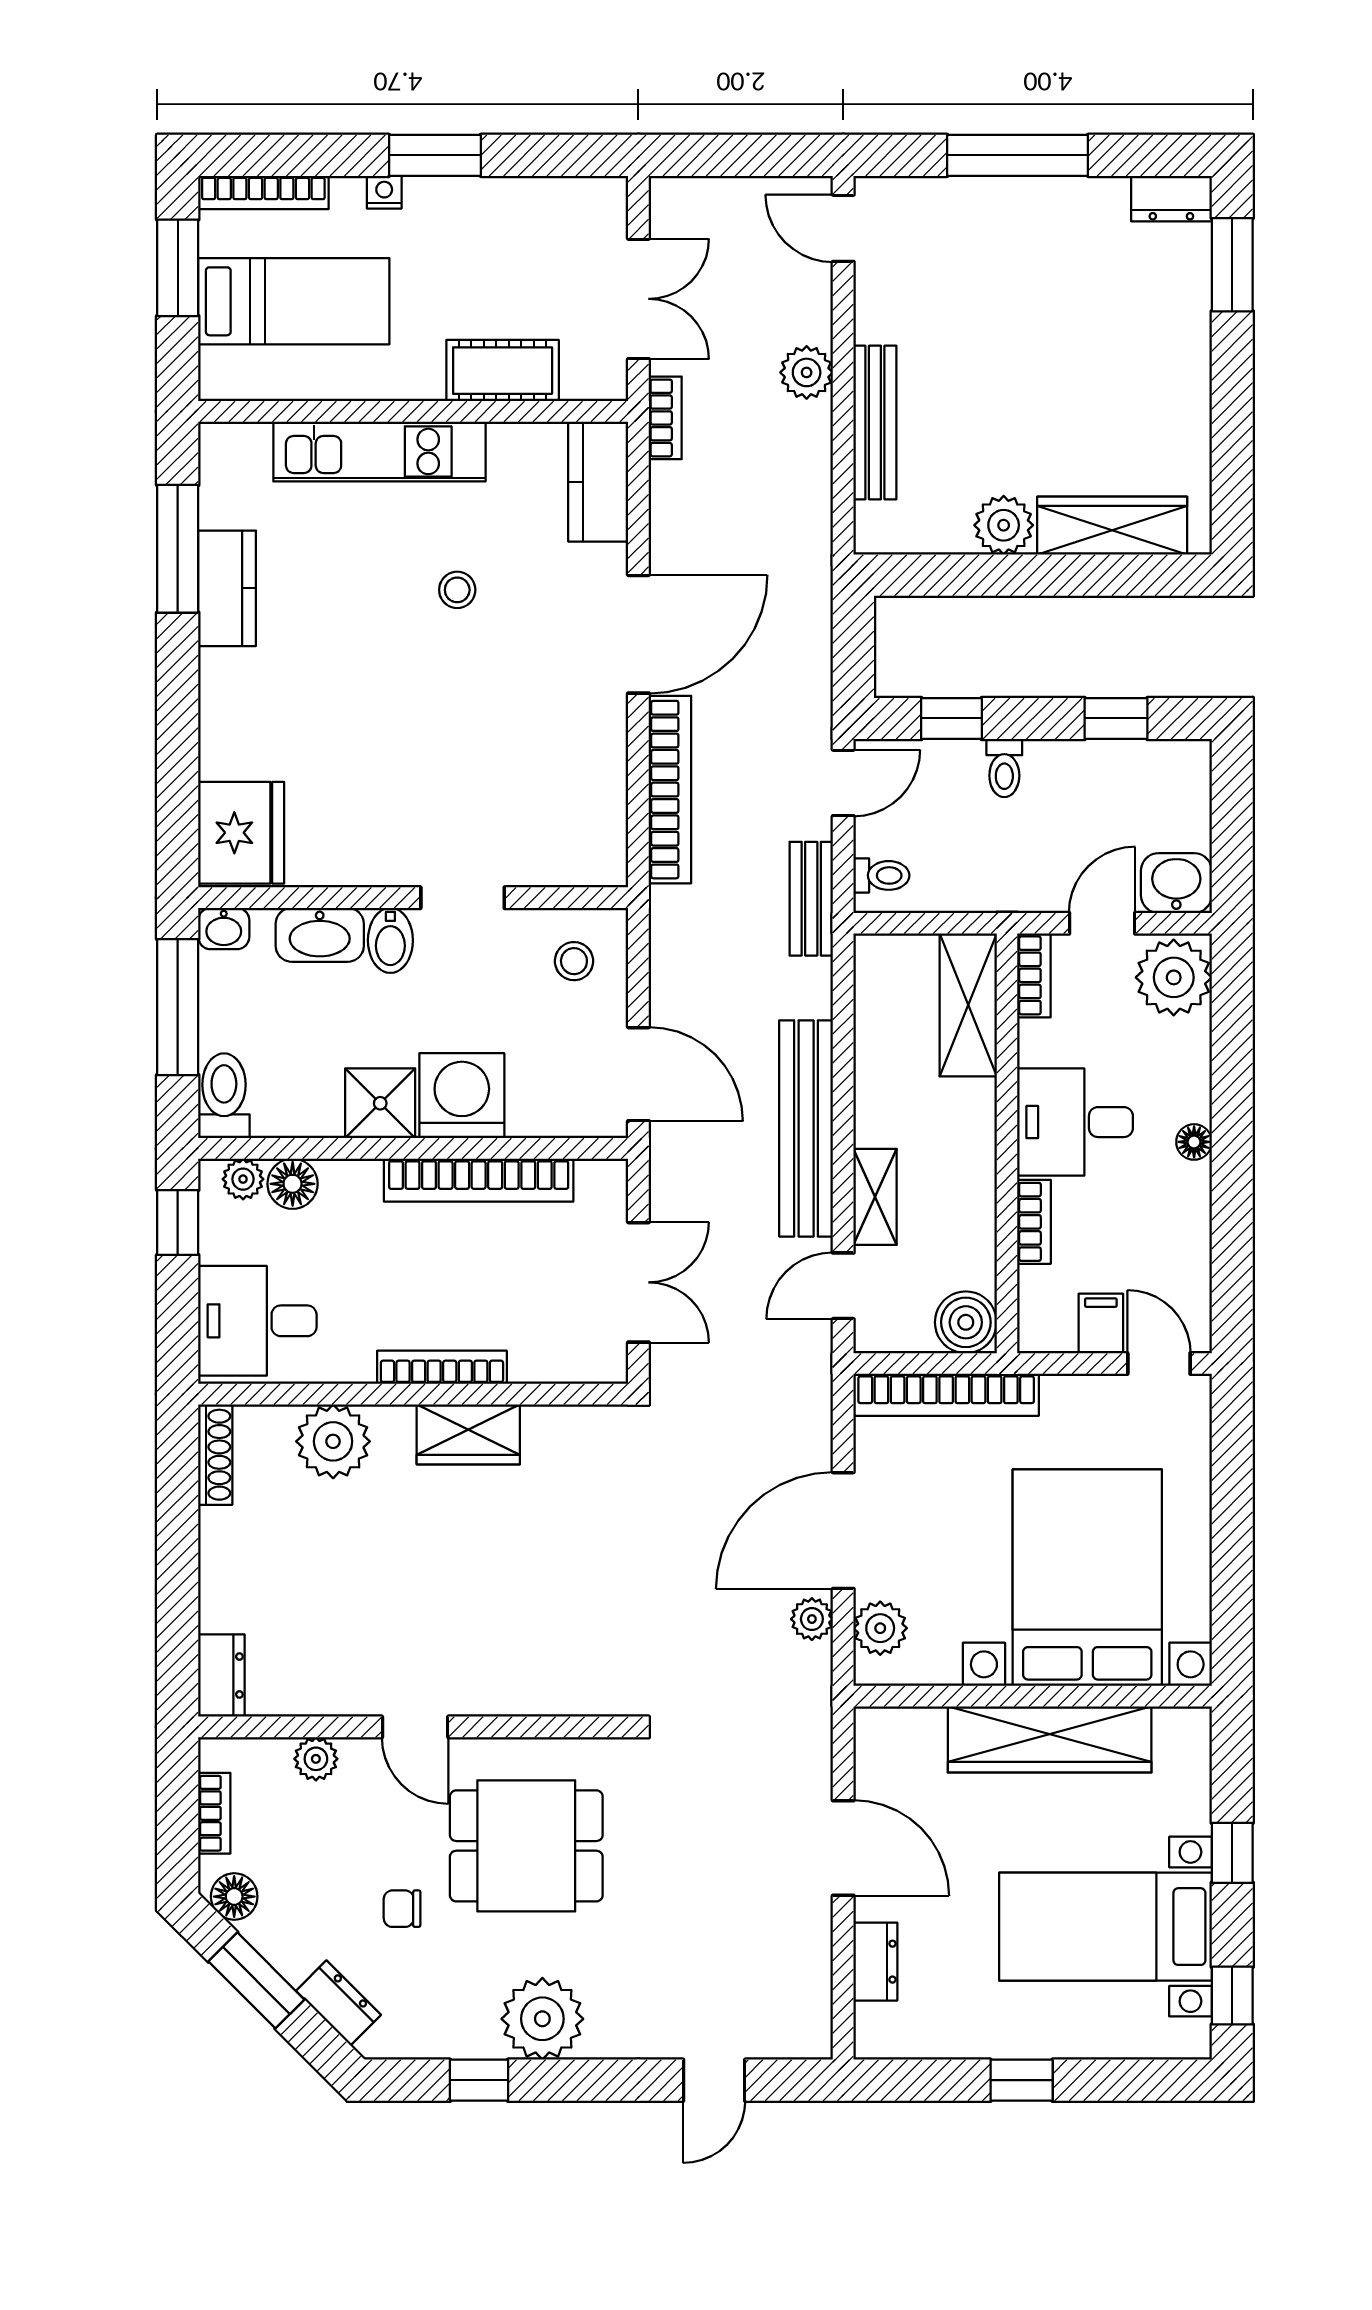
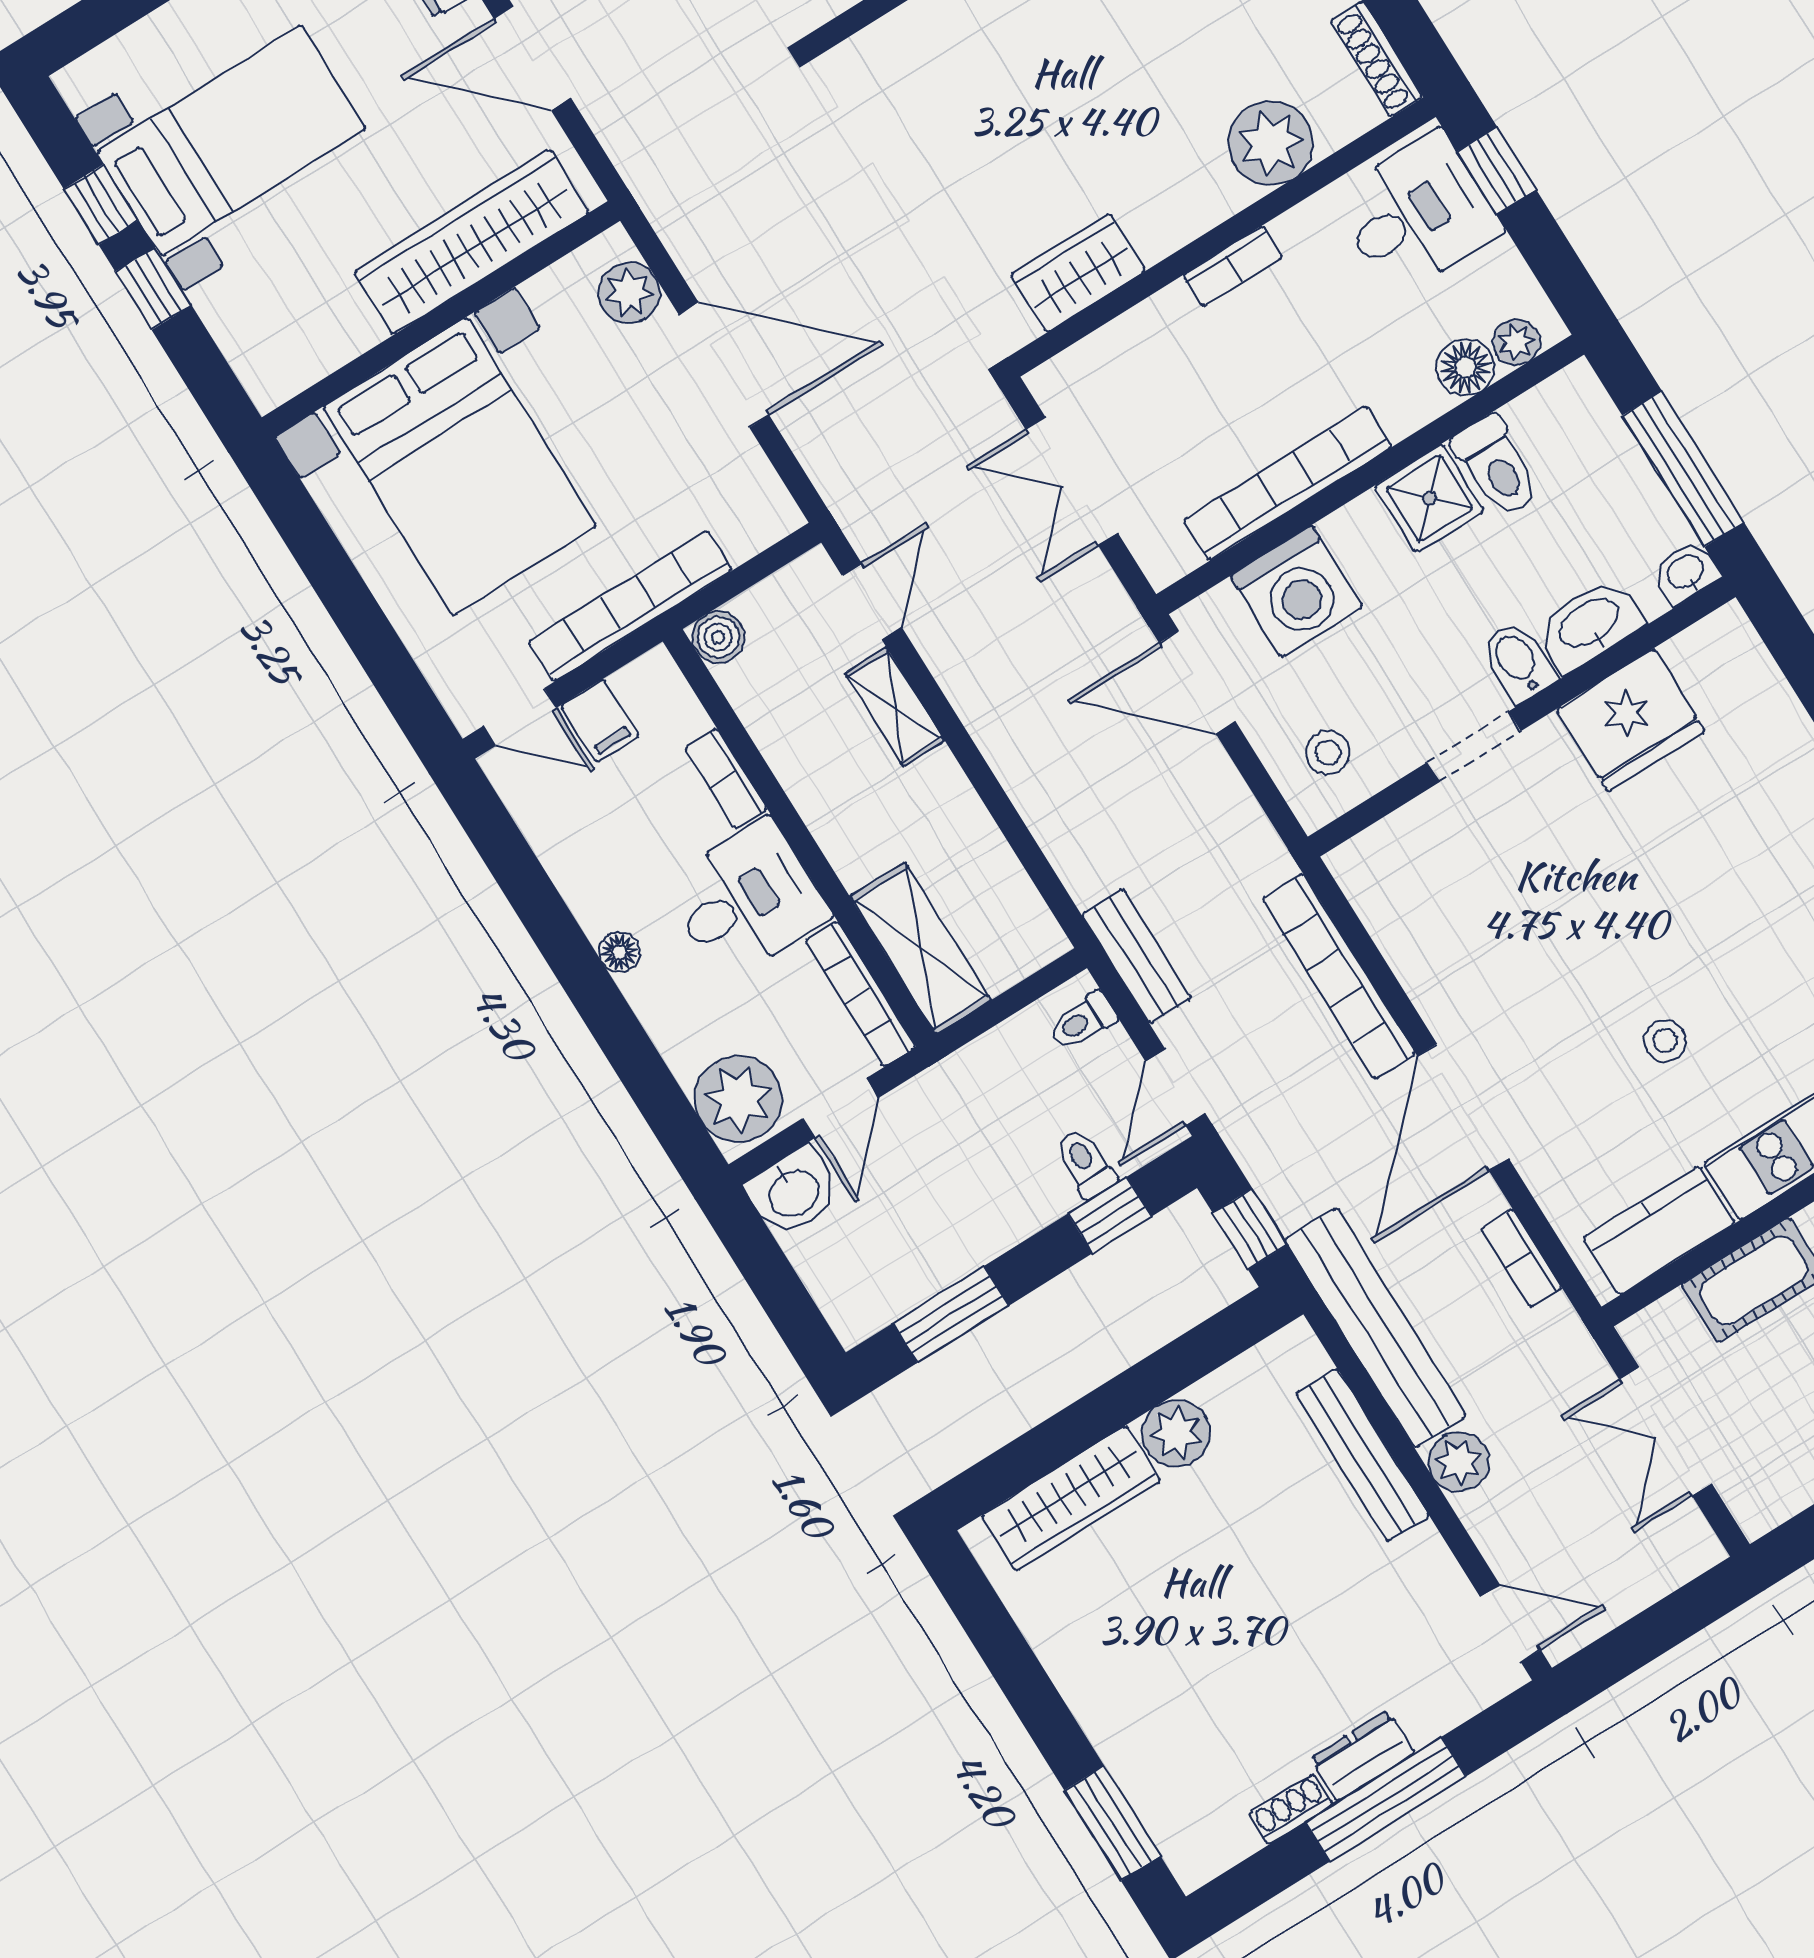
shoe rack: (1093, 192) -> (1291, 1809), added
dresser: (1171, 199) -> (1363, 1756), moved
bookcase: (665, 418) -> (1521, 1258), moved
kitchen counter: (598, 482) -> (1659, 1230), moved, turned -90
window: (853, 643) -> (1250, 1229), added
window: (1116, 718) -> (951, 1314), width x1.50
toilet: (1004, 768) -> (1085, 1164), moved
fridge: (241, 833) -> (1631, 720), moved, turned -90
bookcase: (1034, 975) -> (861, 994), width x1.56
toilet: (224, 1096) -> (1497, 466), moved
washing machine: (462, 1096) -> (1297, 591), moved
bench: (806, 1128) -> (1375, 1328), moved
window: (178, 1222) -> (1497, 171), moved
boiler: (966, 1322) -> (718, 637), width x0.73, depth x0.73
bookcase: (442, 1367) -> (1233, 266), width x0.64
bookcase: (946, 1395) -> (630, 606), moved
wardrobe: (468, 1434) -> (1078, 273), moved
door: (843, 1531) -> (724, 365), hinge flipped
plant: (812, 1619) -> (701, 261), removed
wardrobe: (1050, 1739) -> (471, 242), moved
window: (1232, 1996) -> (101, 205), moved

